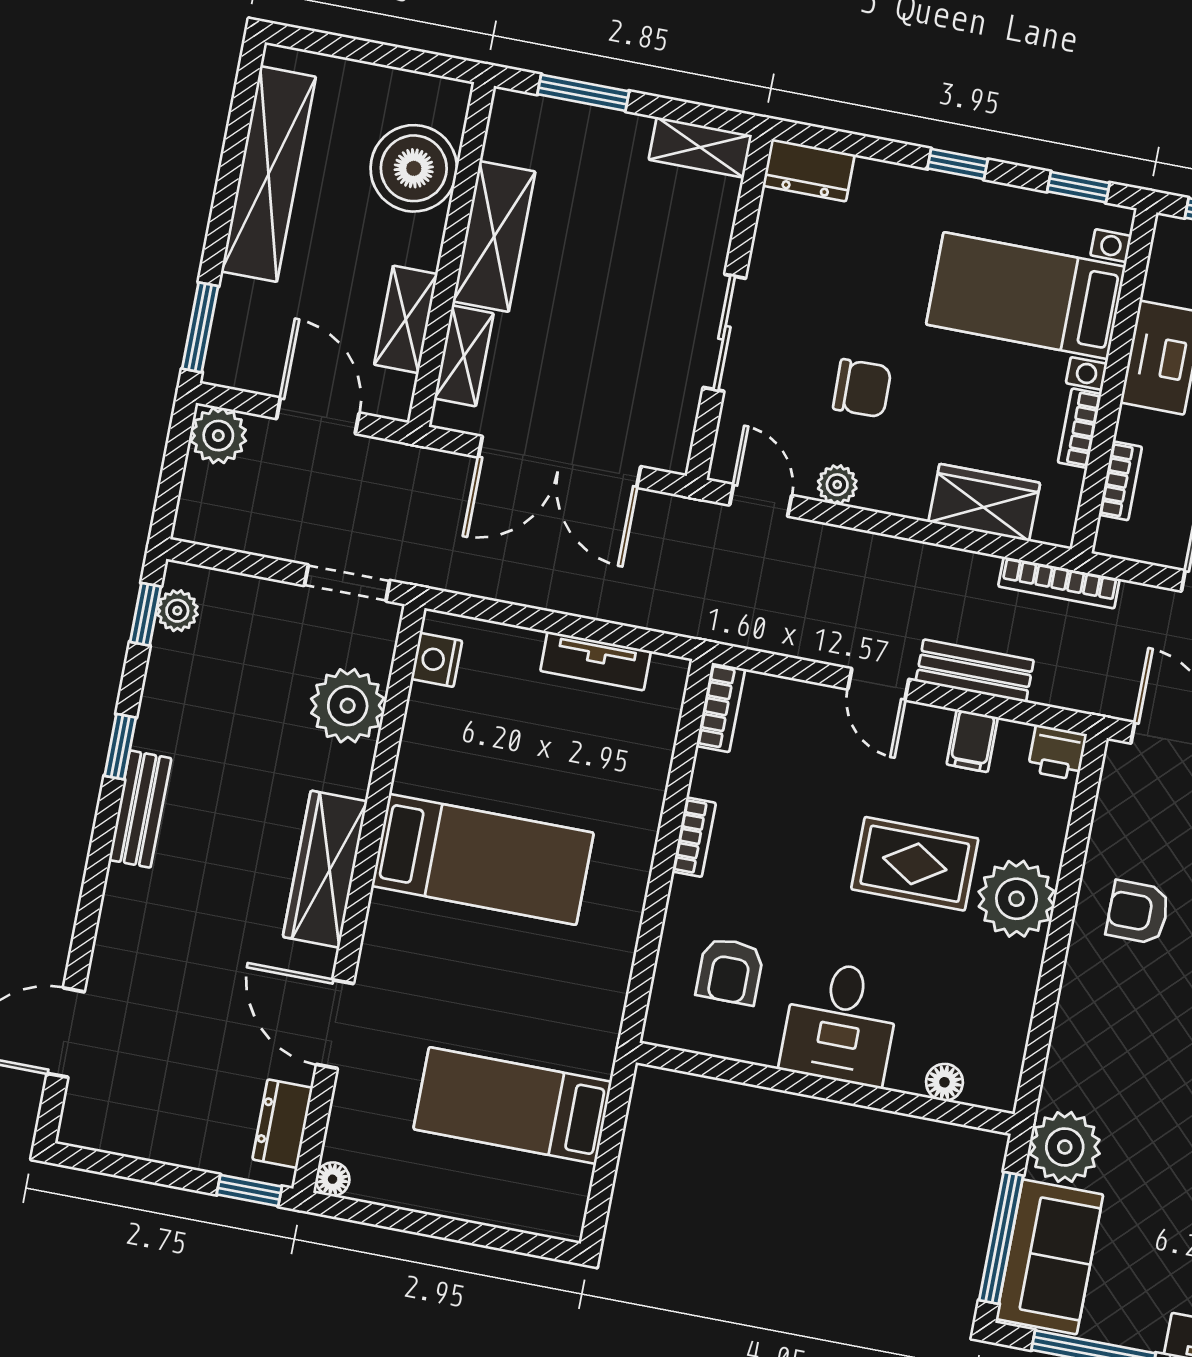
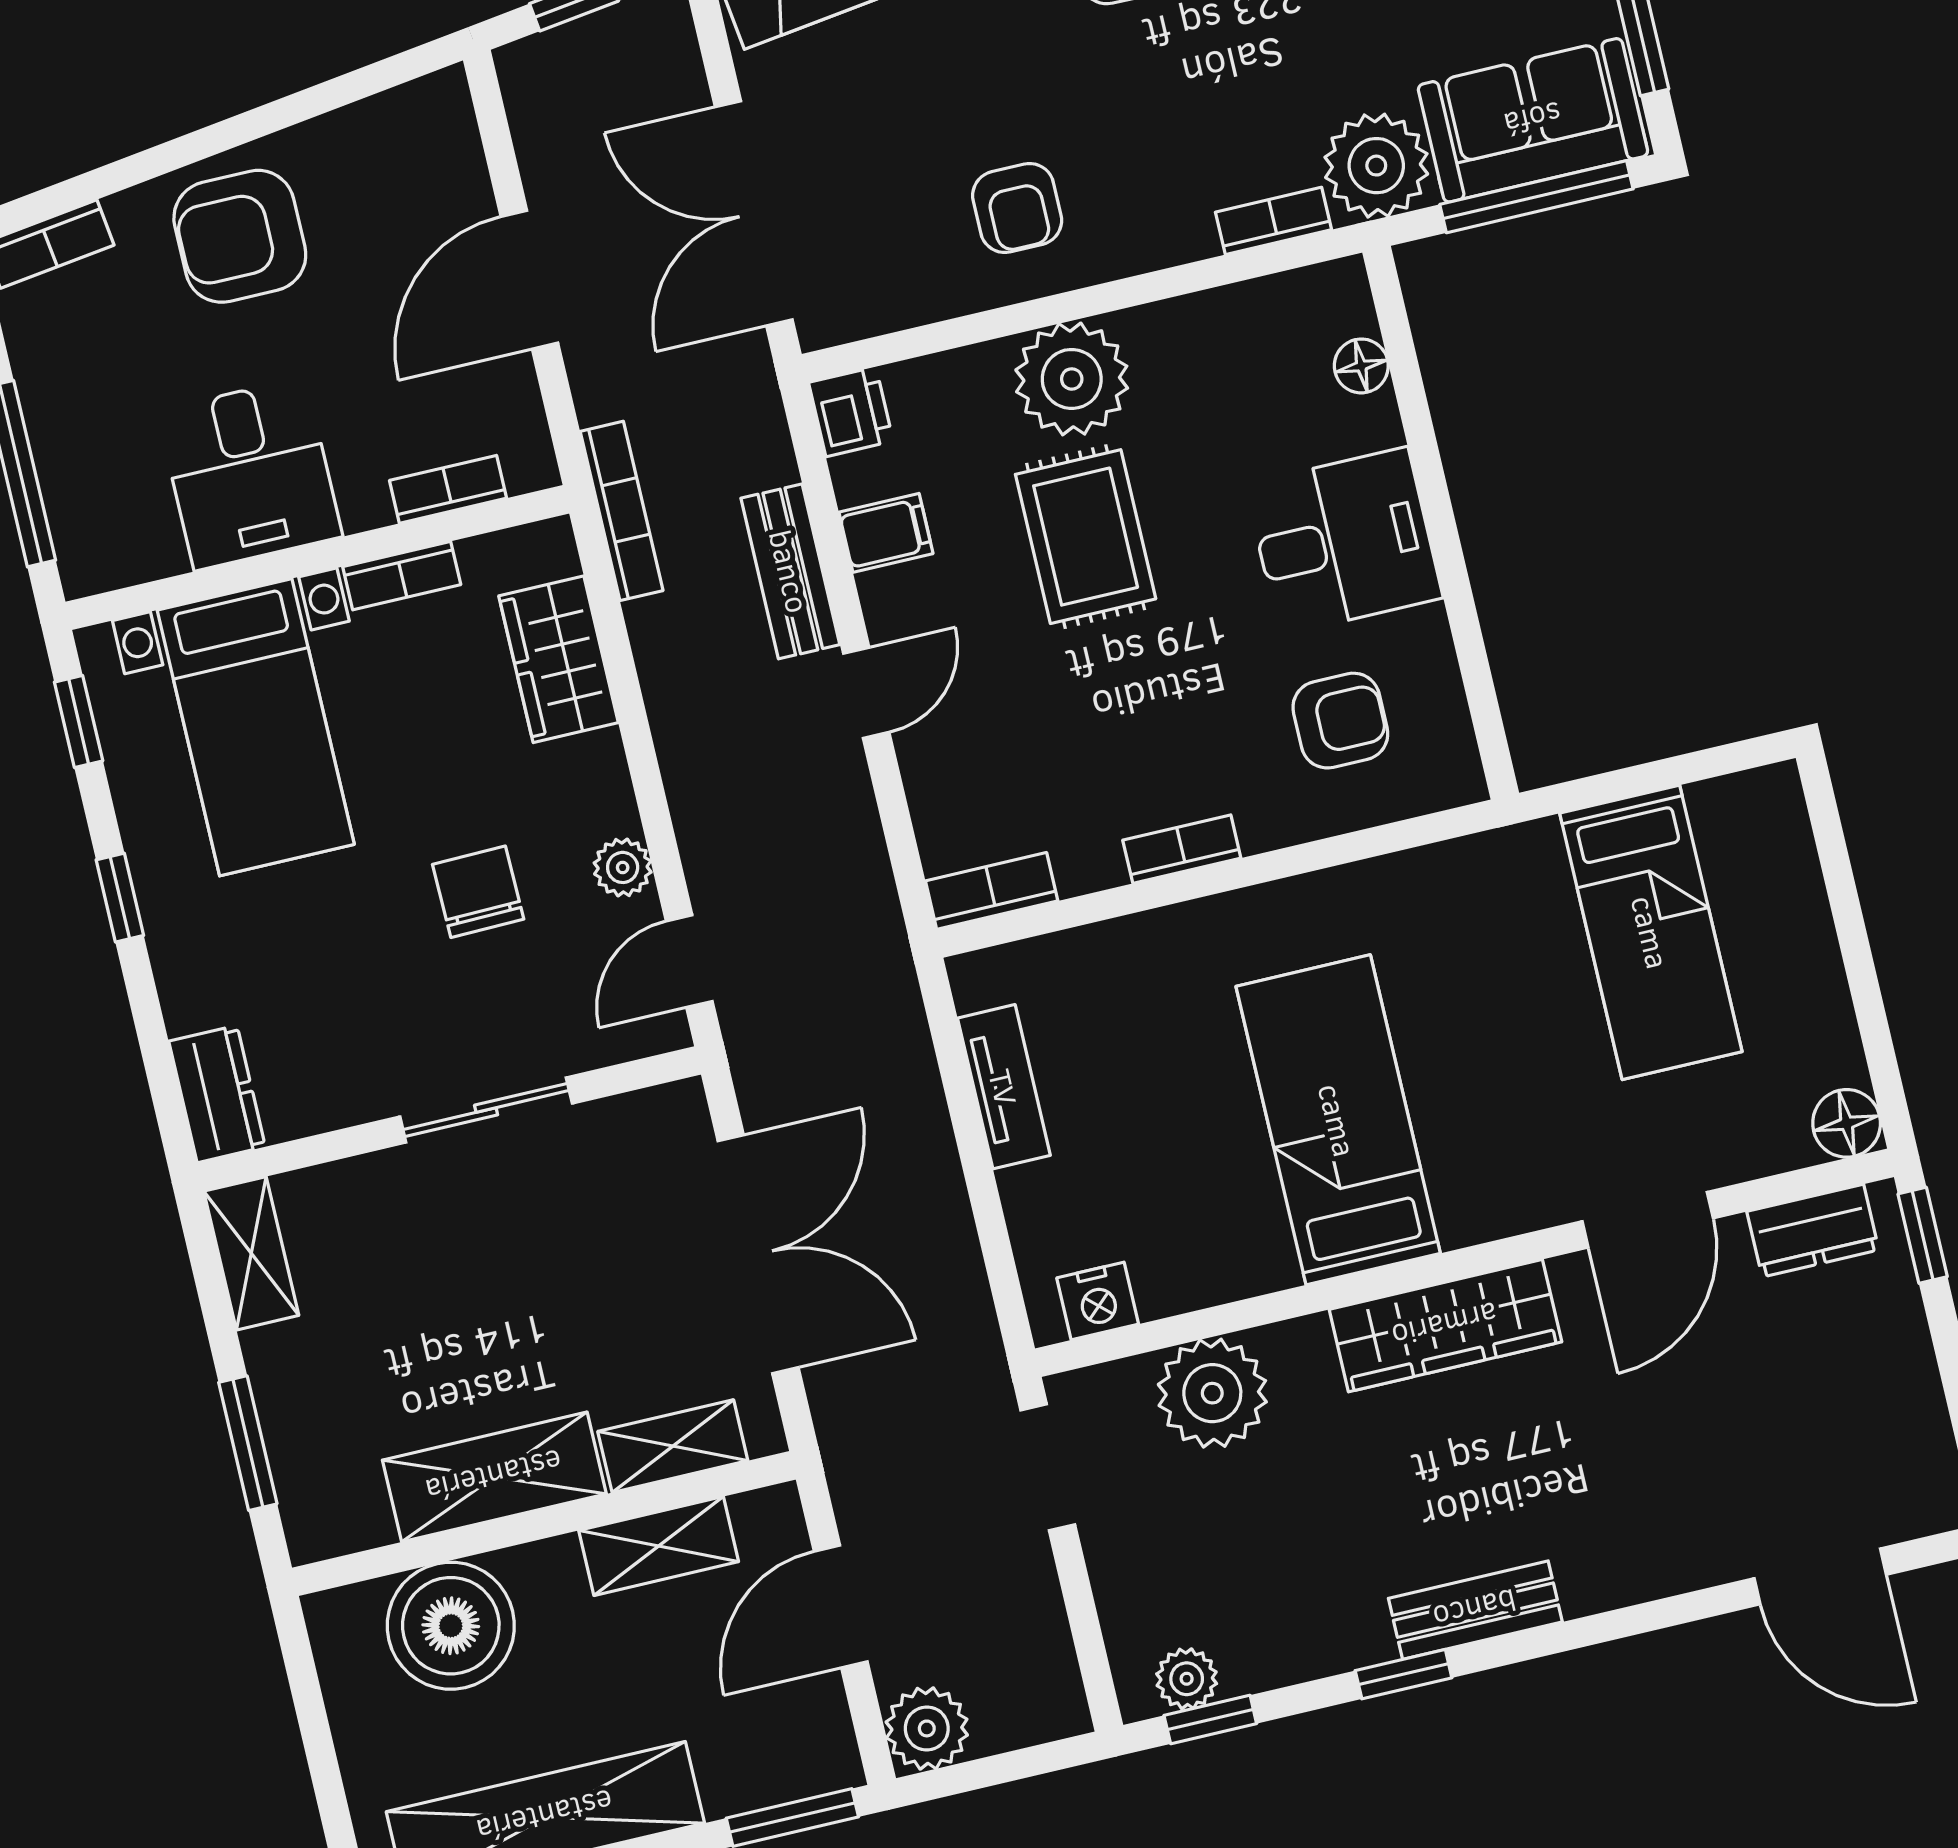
bookcase: (1059, 1068) -> (1274, 221), added
floor lamp: (333, 1179) -> (1847, 1123), width x1.37, depth x1.37

